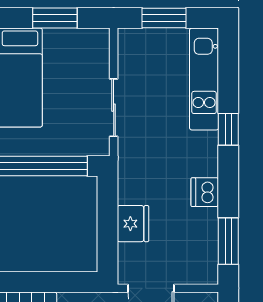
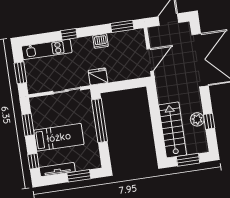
fridge: (133, 224) -> (98, 76), moved

